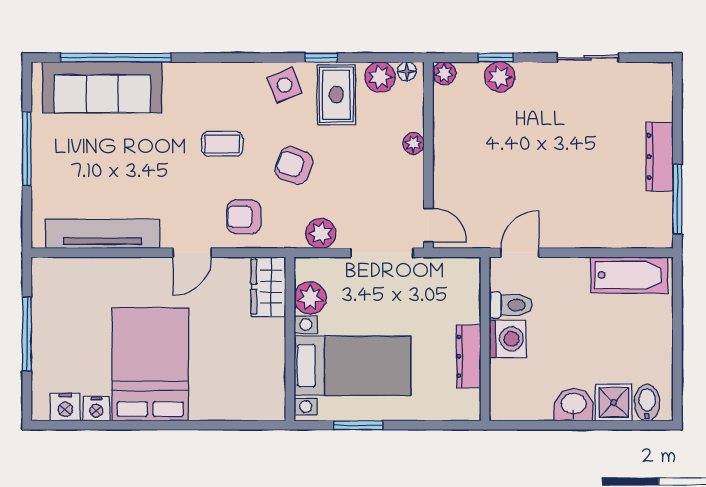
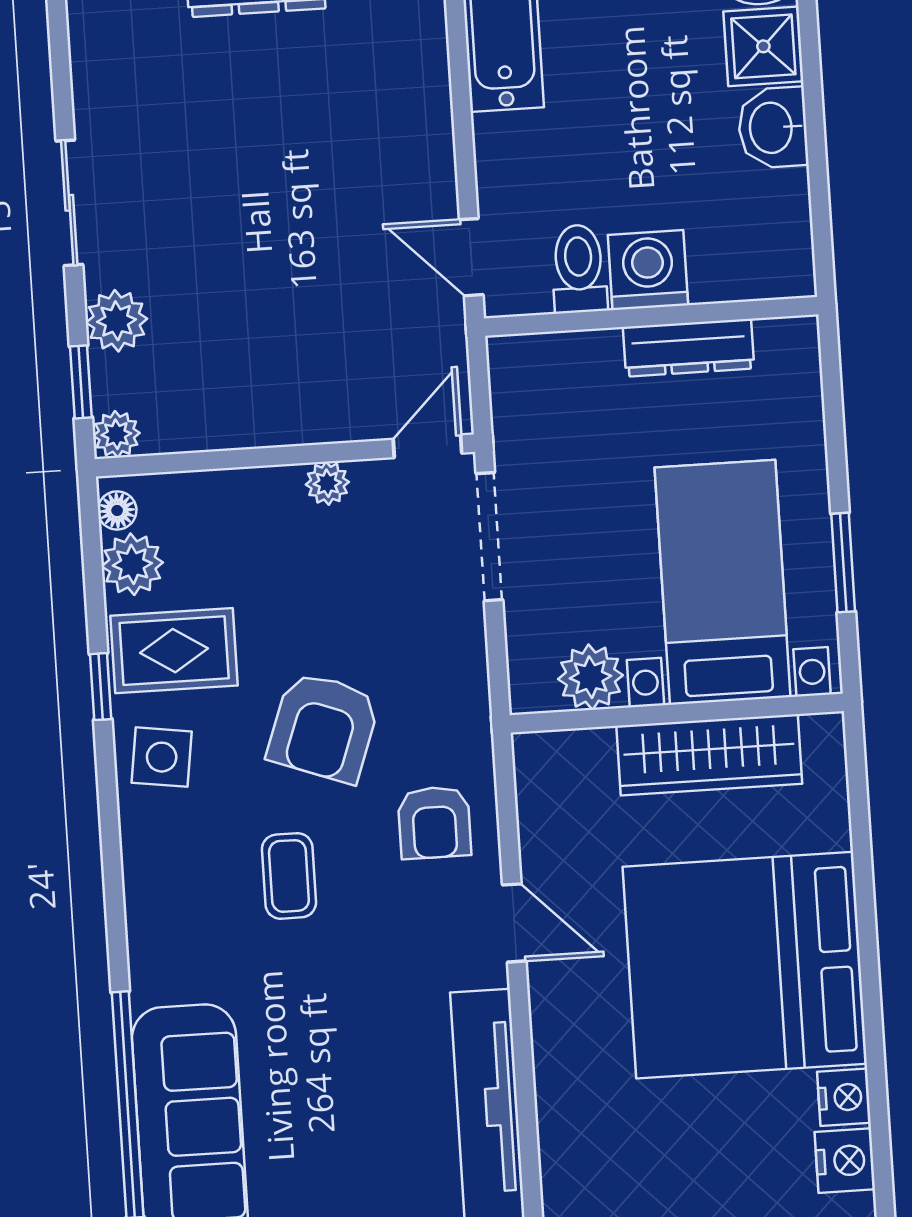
window: (496, 58) -> (81, 382), moved
sliding door: (588, 58) -> (69, 203), moved
side table: (285, 85) -> (162, 757), turned 30
plant: (414, 144) -> (327, 483), moved
armchair: (294, 165) -> (324, 727), width x1.38, depth x1.38
plant: (321, 233) -> (458, 664), removed
wardrobe: (268, 287) -> (709, 755), moved, width x1.50
bed: (150, 364) -> (745, 965), width x1.36

